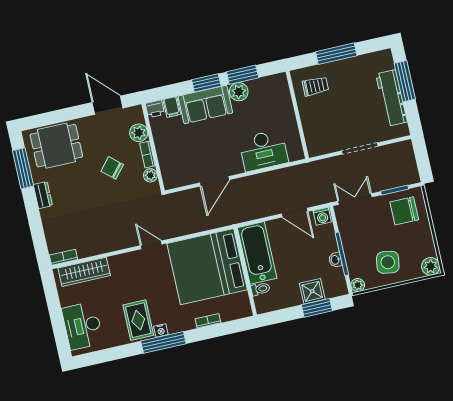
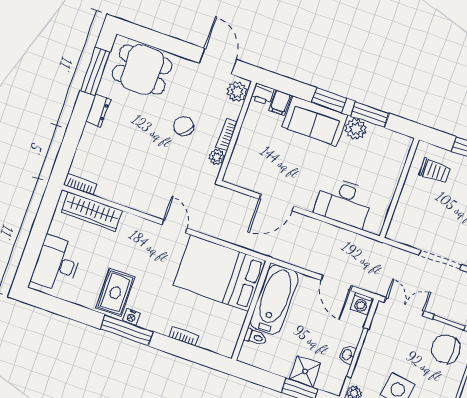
plant: (139, 133) -> (237, 92), moved
bed: (207, 267) -> (220, 273), width x0.73

